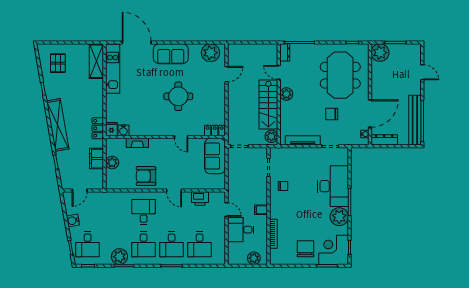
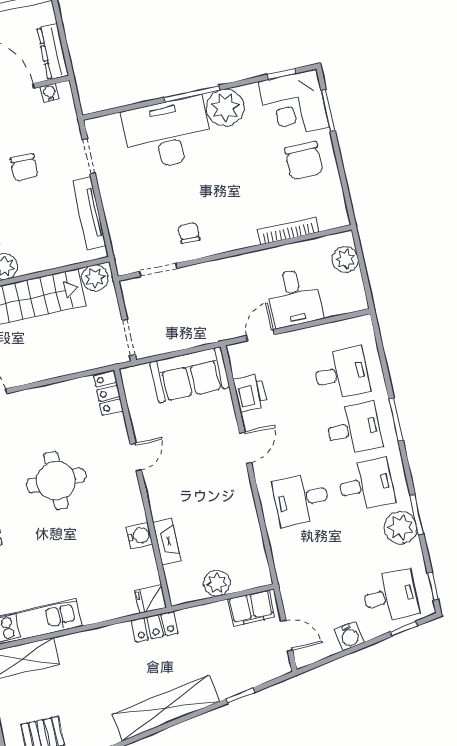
water cooler: (123, 130) -> (139, 536), moved
sofa: (215, 156) -> (190, 375), moved
filing cabinet: (97, 159) -> (251, 608), moved
armchair: (146, 176) -> (229, 510), removed
filing cabinet: (261, 210) -> (246, 266), removed
chair: (306, 249) -> (304, 161), turned -90

